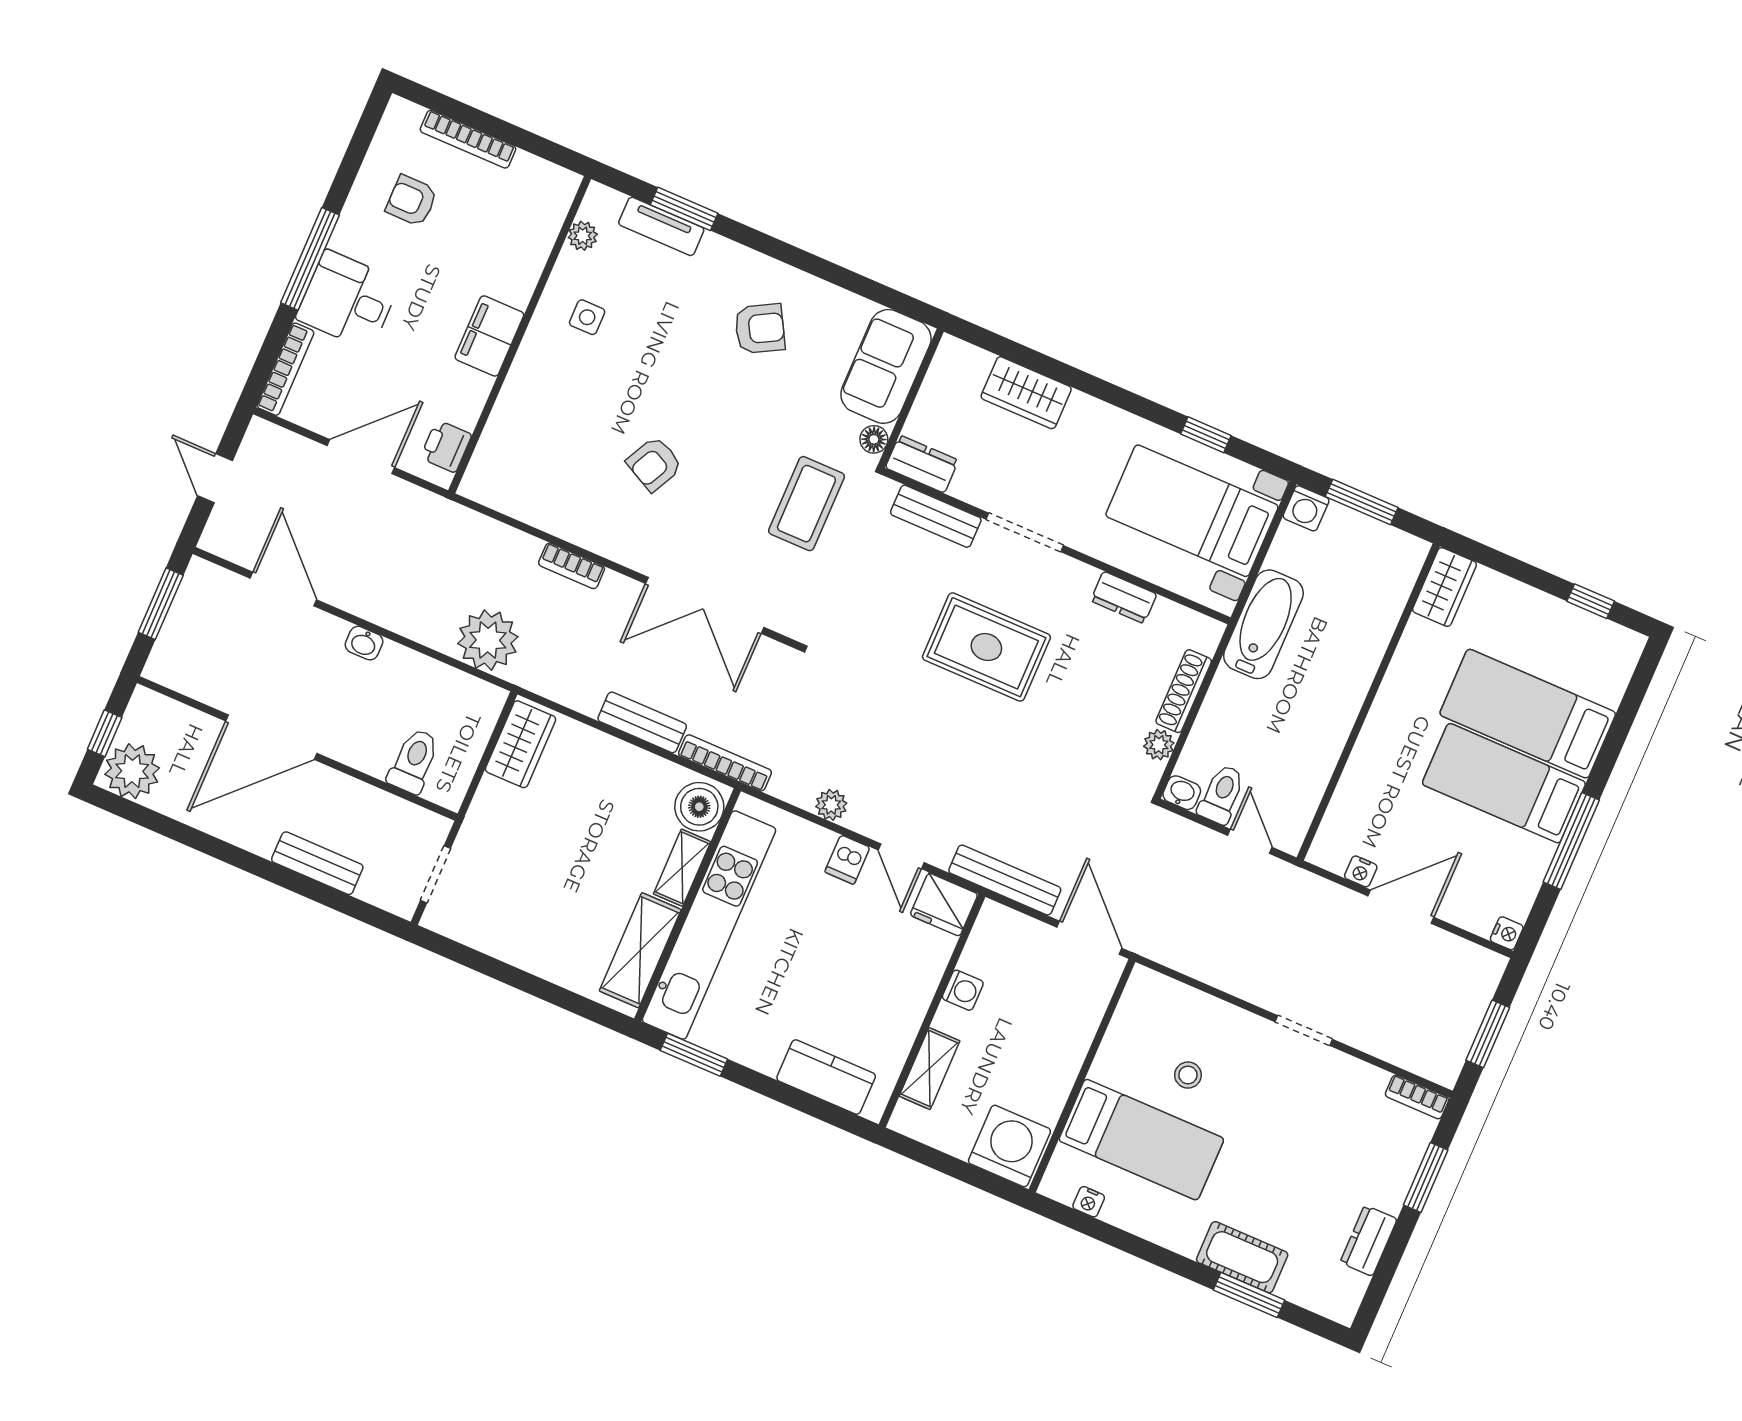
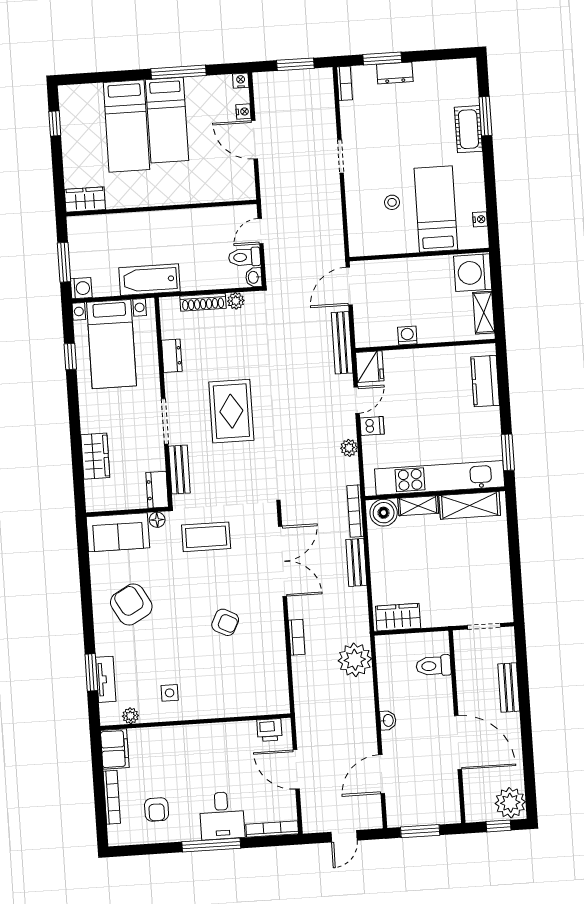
armchair: (760, 329) -> (131, 604), width x1.38, depth x1.38
filing cabinet: (489, 336) -> (115, 749), moved, turned -90
nightstand: (1361, 871) -> (243, 112), moved
shelving: (929, 1069) -> (484, 313), moved, turned 90
dresser: (1369, 1241) -> (395, 73), moved

